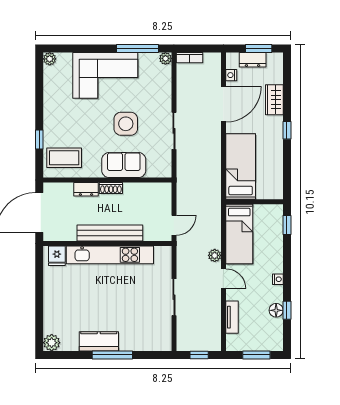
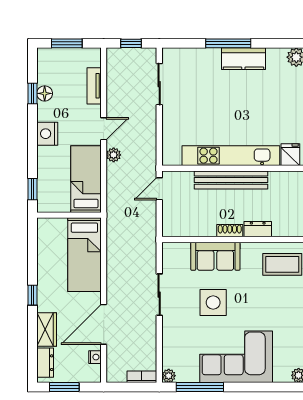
dresser: (253, 60) -> (45, 363), moved, turned 90
door: (223, 279) -> (104, 129), swing flipped
nightstand: (278, 279) -> (47, 134), width x1.89, depth x1.79
sliding door: (174, 297) -> (159, 84), moved

